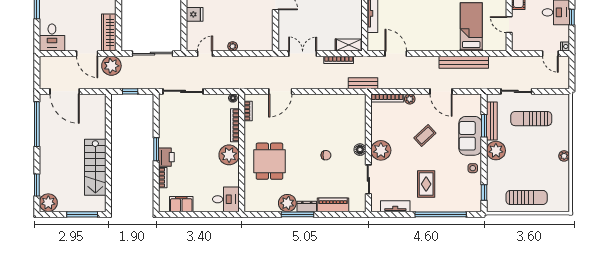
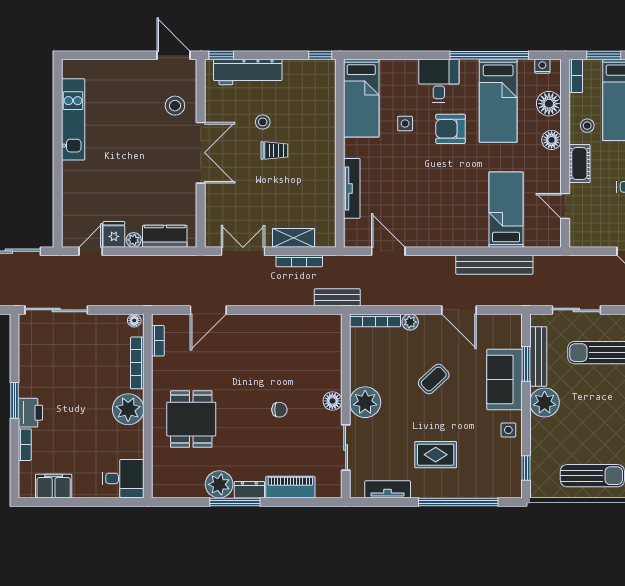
fridge: (195, 14) -> (114, 234), moved, turned -90
kitchen counter: (253, 44) -> (165, 236), added
shelving: (349, 45) -> (293, 238), moved
rug: (426, 184) -> (436, 455), turned 90

